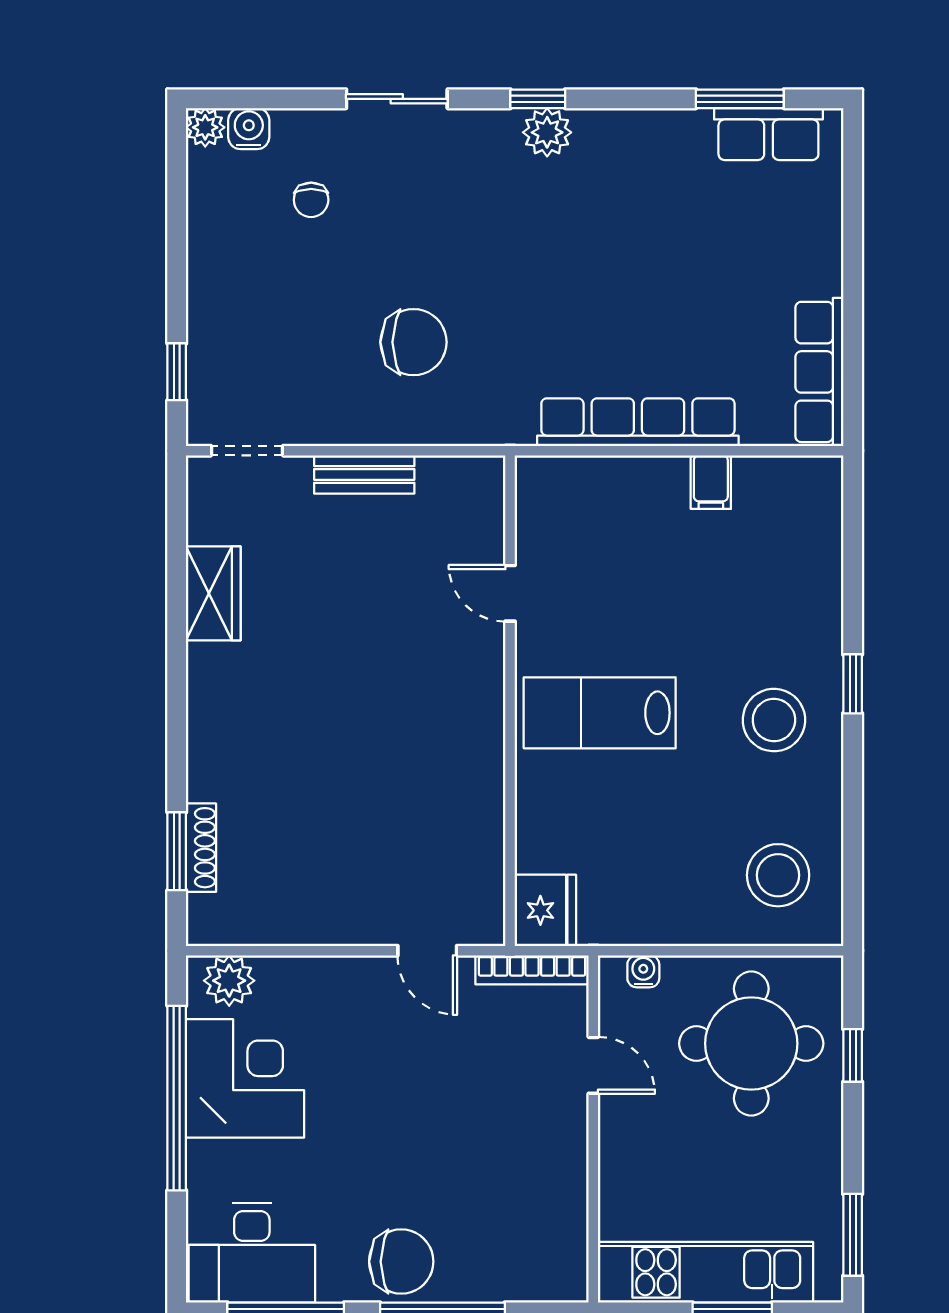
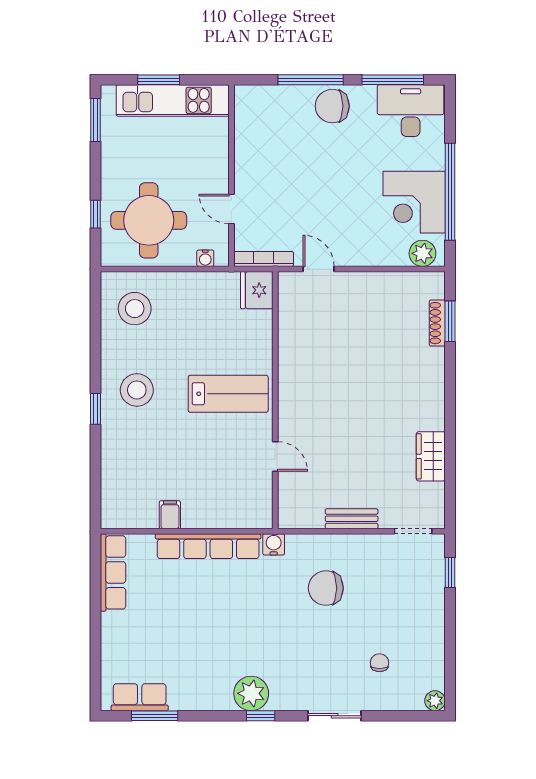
water cooler: (249, 129) -> (274, 544), moved, turned 180
plant: (547, 132) -> (251, 693), width x1.36, depth x1.36

